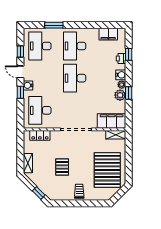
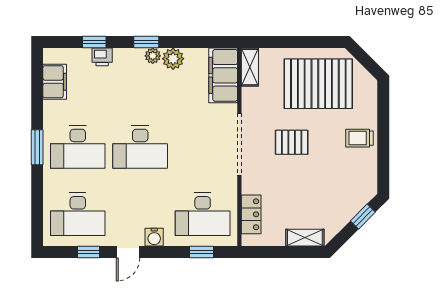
window: (54, 25) -> (37, 147), moved
water cooler: (121, 75) -> (134, 57), removed
window: (20, 92) -> (202, 252), moved
window: (129, 93) -> (146, 42), moved
pallet: (62, 167) -> (292, 142), moved

